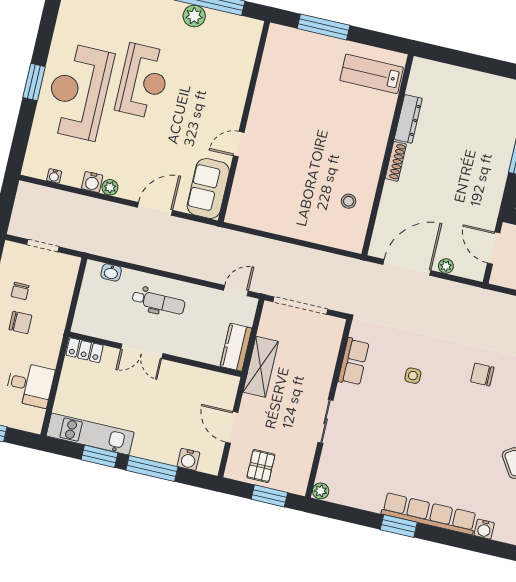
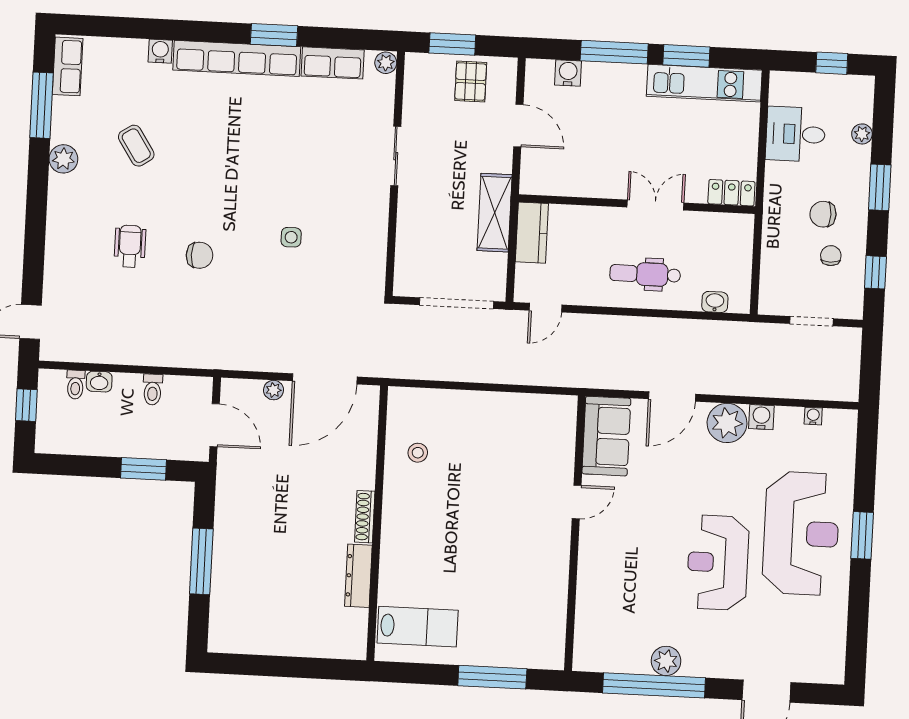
plant: (110, 187) -> (727, 423), width x1.88, depth x1.88
row of seats: (354, 362) -> (333, 63), moved, turned -90

